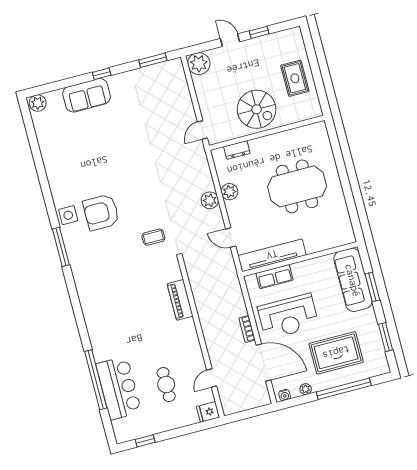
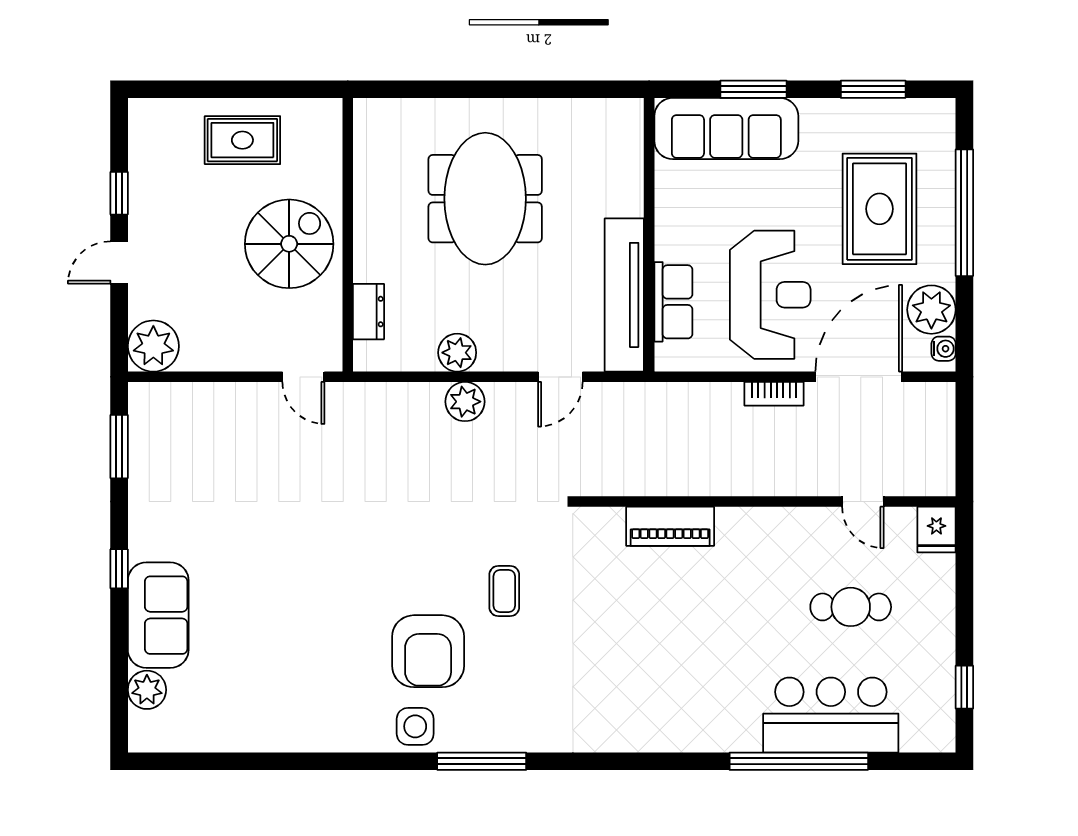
plant: (38, 103) -> (147, 690), moved
coffee table: (153, 237) -> (504, 591), moved
plant: (306, 389) -> (931, 310), width x1.88, depth x1.88

